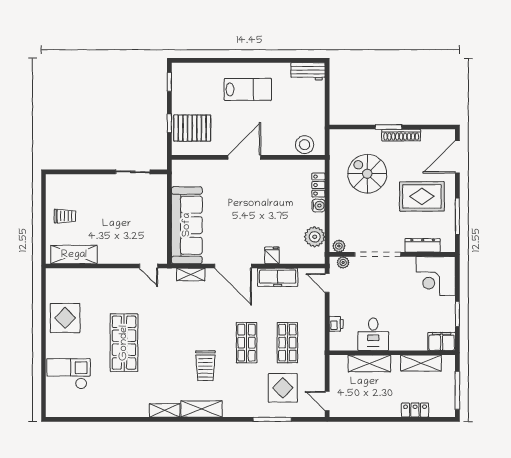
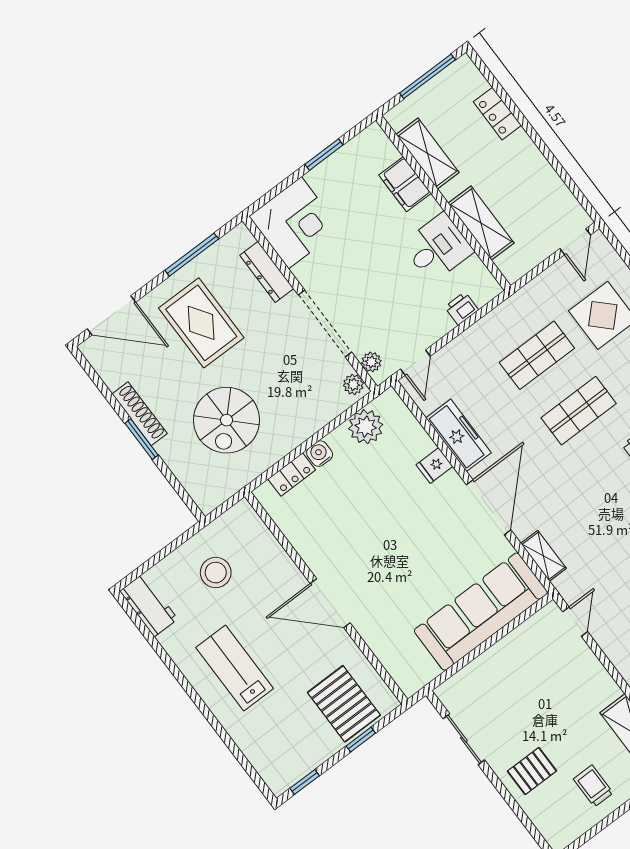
stool: (305, 145) -> (216, 573), moved
pallet: (94, 193) -> (532, 771), added
filing cabinet: (442, 341) -> (405, 184), moved

